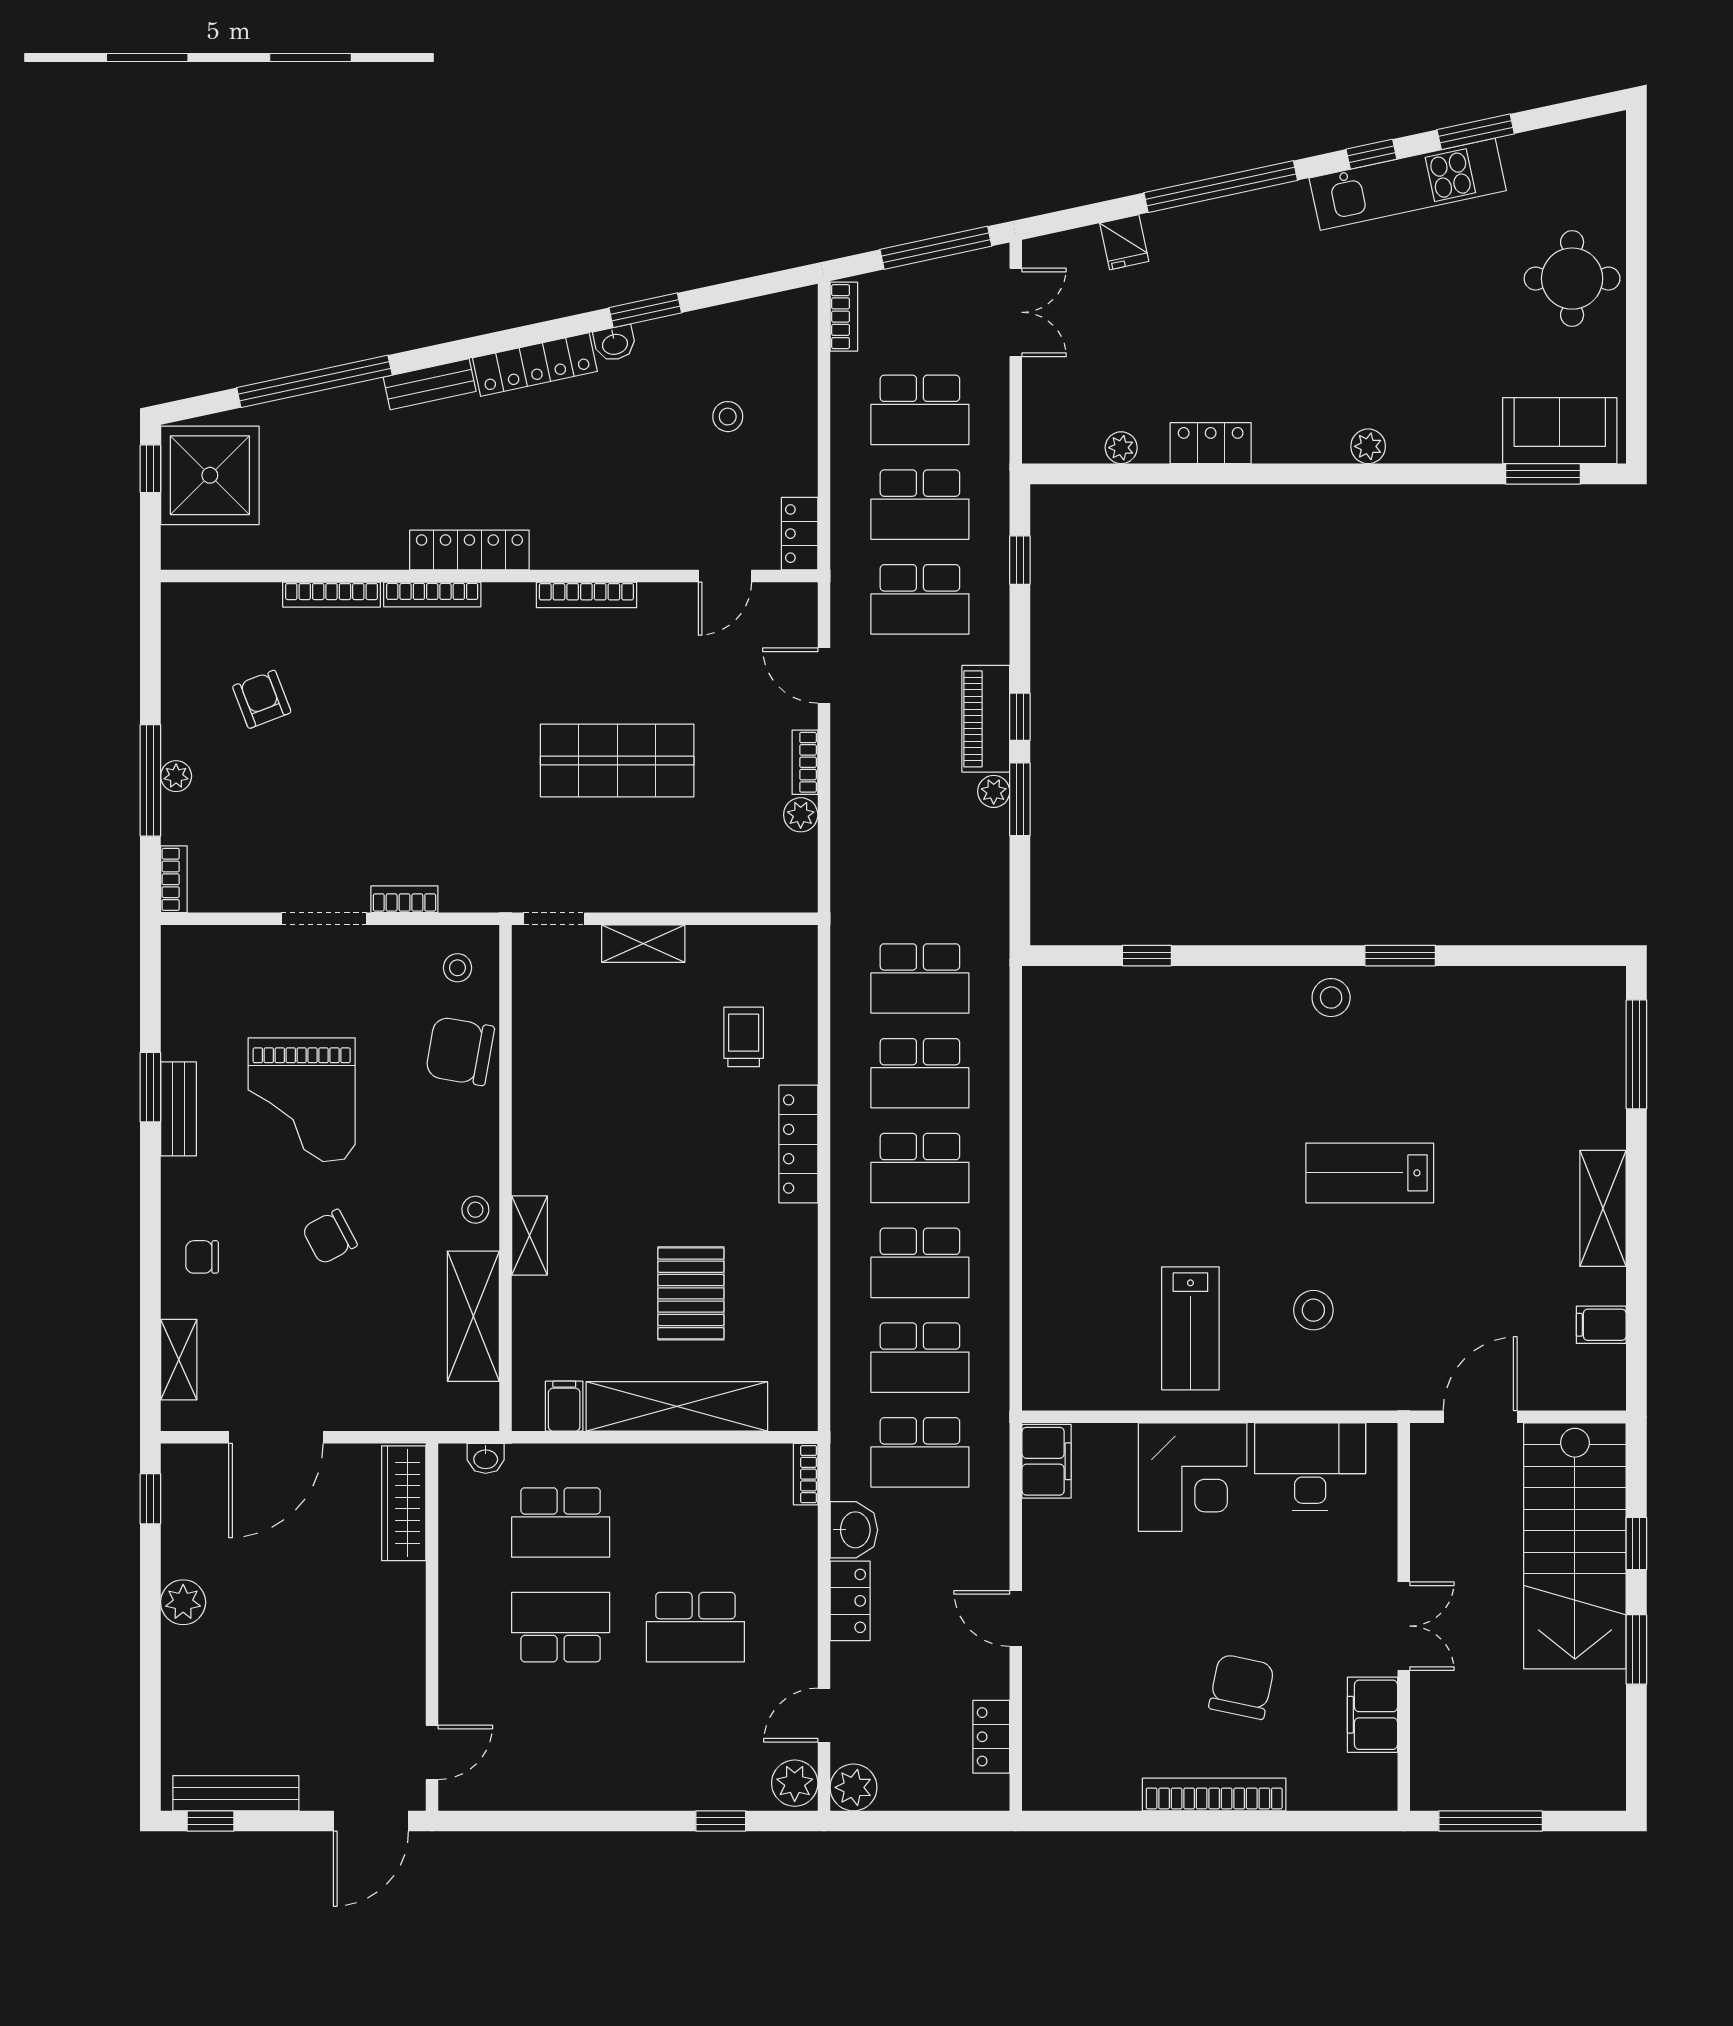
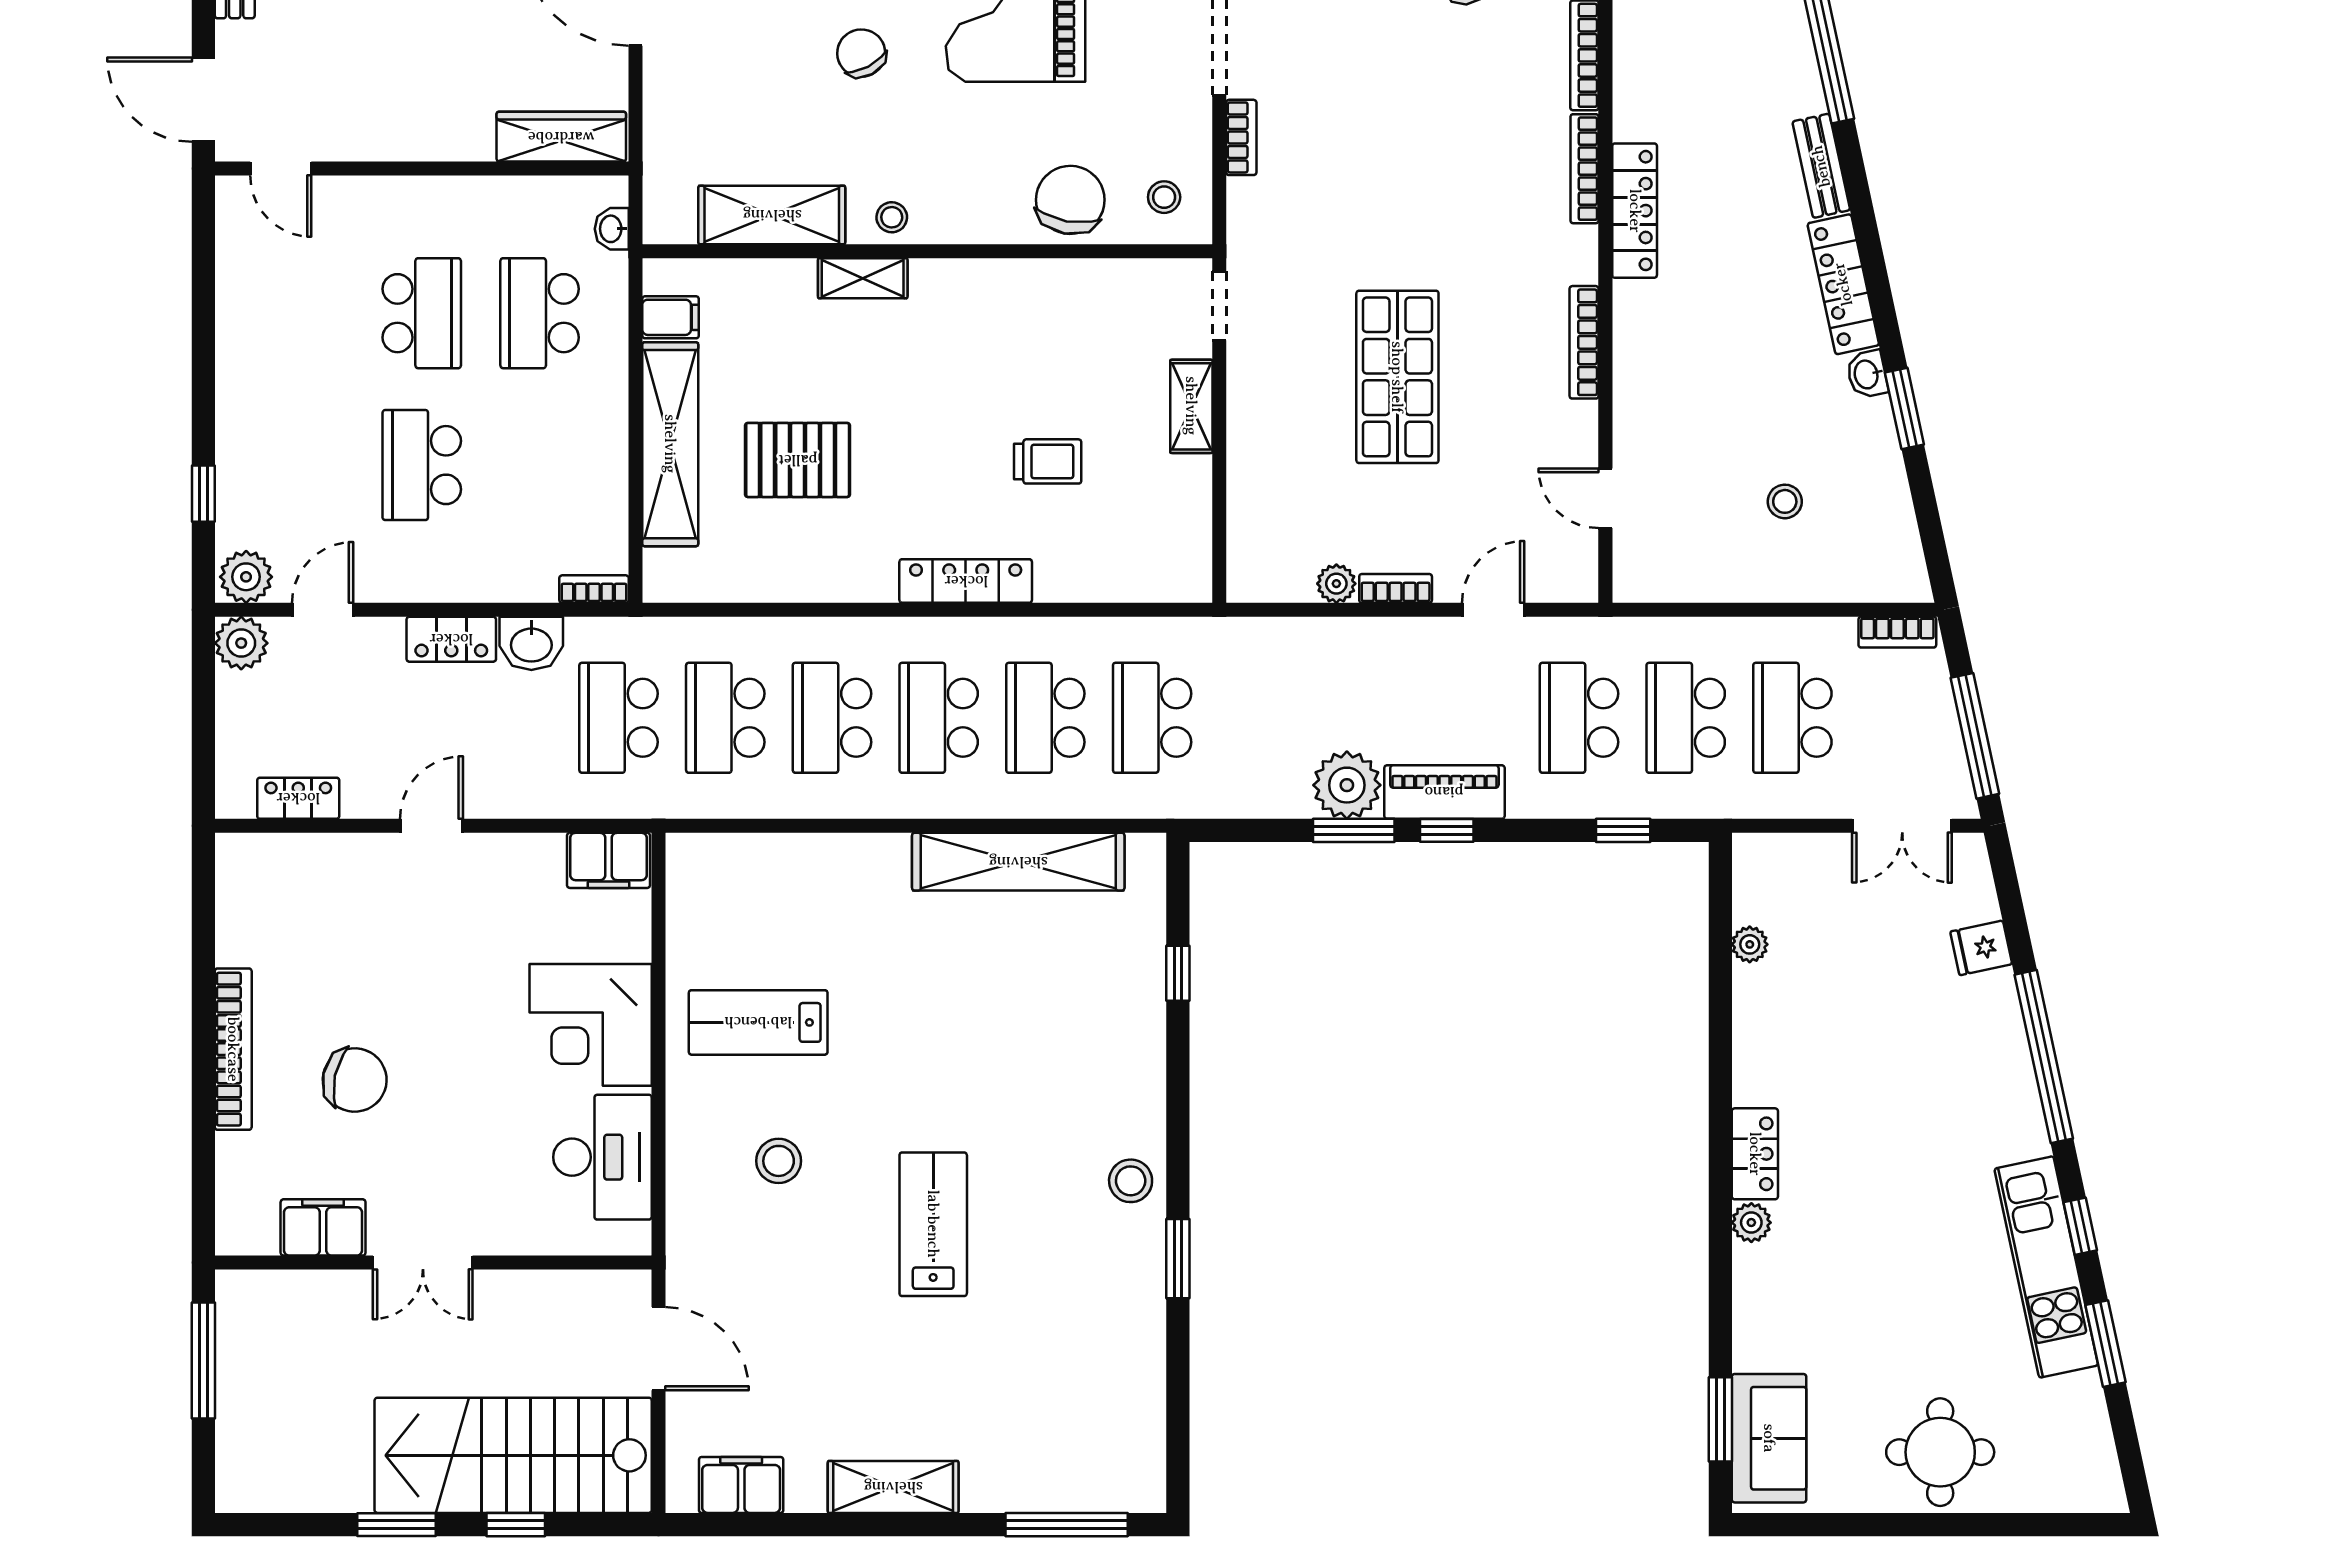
locker: (1211, 443) -> (1755, 1154), moved
locker: (800, 534) -> (1653, 582), removed
plant: (994, 791) -> (1347, 785), width x1.88, depth x1.88
trolley: (744, 1037) -> (1048, 461), moved
shelving: (1048, 1097) -> (1018, 862), added
filing cabinet: (1601, 1325) -> (741, 1485), width x2.00
door: (824, 1715) -> (323, 610), hinge flipped

